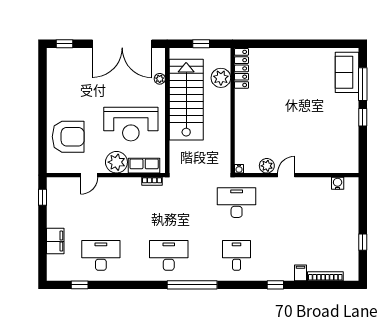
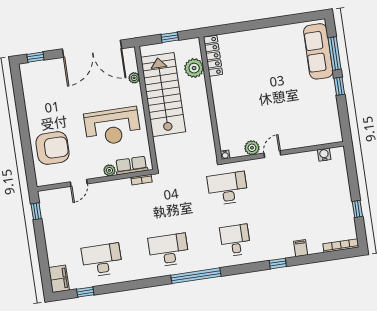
sofa: (347, 72) -> (318, 51), width x1.36
plant: (116, 162) -> (109, 170), width x0.53, depth x0.53
filing cabinet: (55, 241) -> (59, 279), moved
bookcase: (325, 276) -> (341, 246), moved

